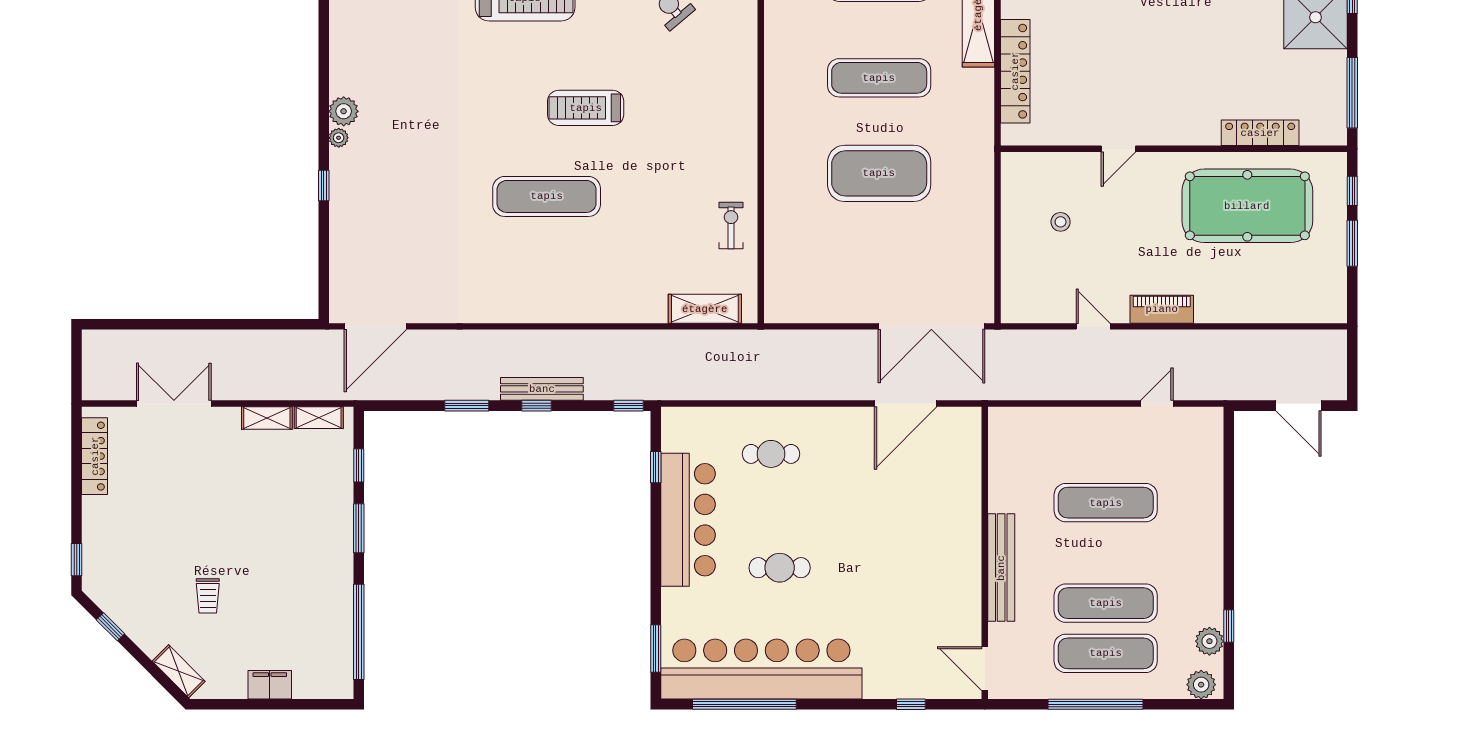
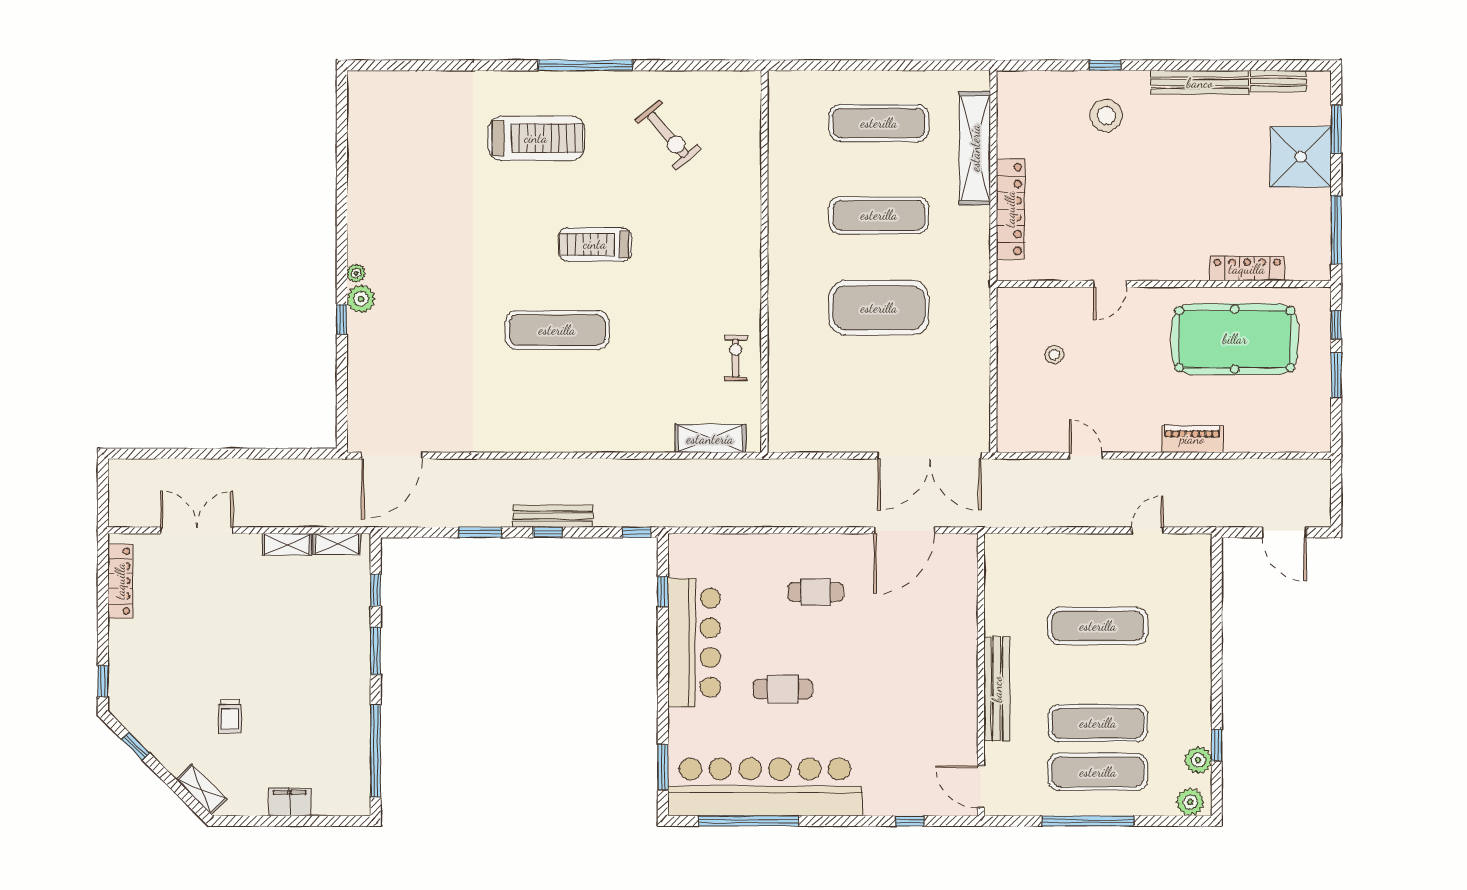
plant: (344, 111) -> (361, 299), moved
piano: (1162, 309) -> (1192, 439), moved
cafe table: (771, 454) -> (816, 592), moved

